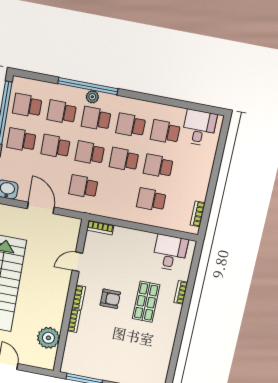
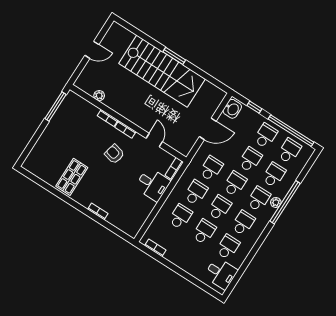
school desk: (117, 193) -> (196, 193), added
desk: (170, 253) -> (153, 184), moved
armchair: (110, 299) -> (114, 154), turned 103
shop shelf: (146, 302) -> (72, 177), moved, turned 90
plant: (48, 338) -> (99, 96), width x0.53, depth x0.53

